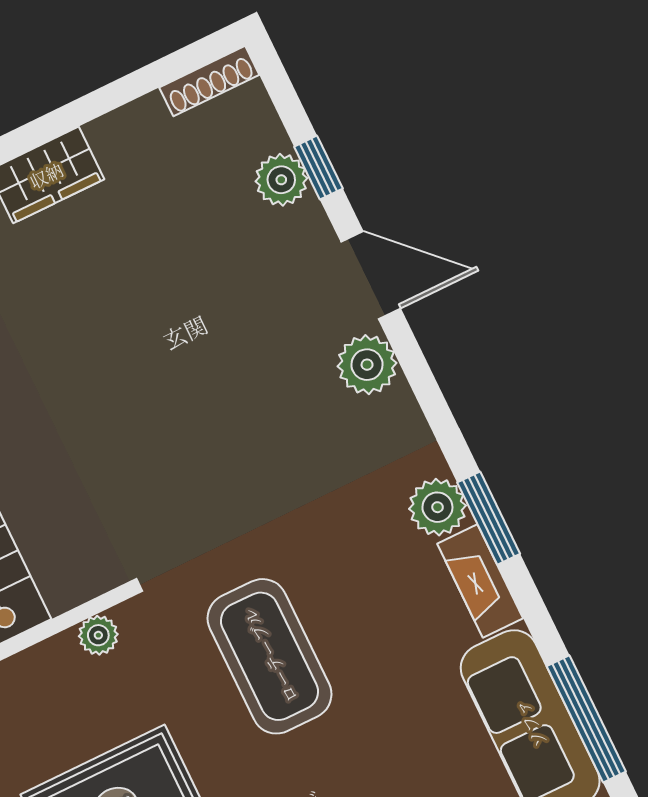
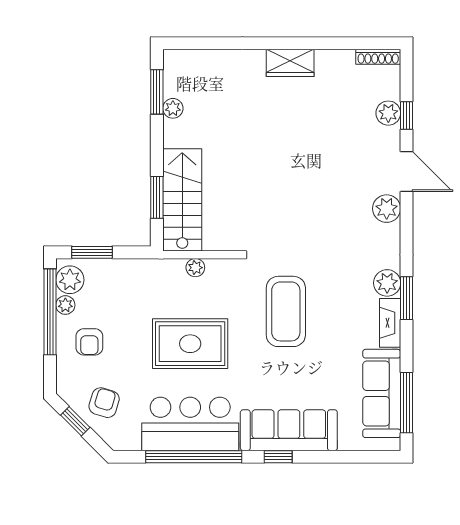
plant: (98, 635) -> (195, 268), moved

